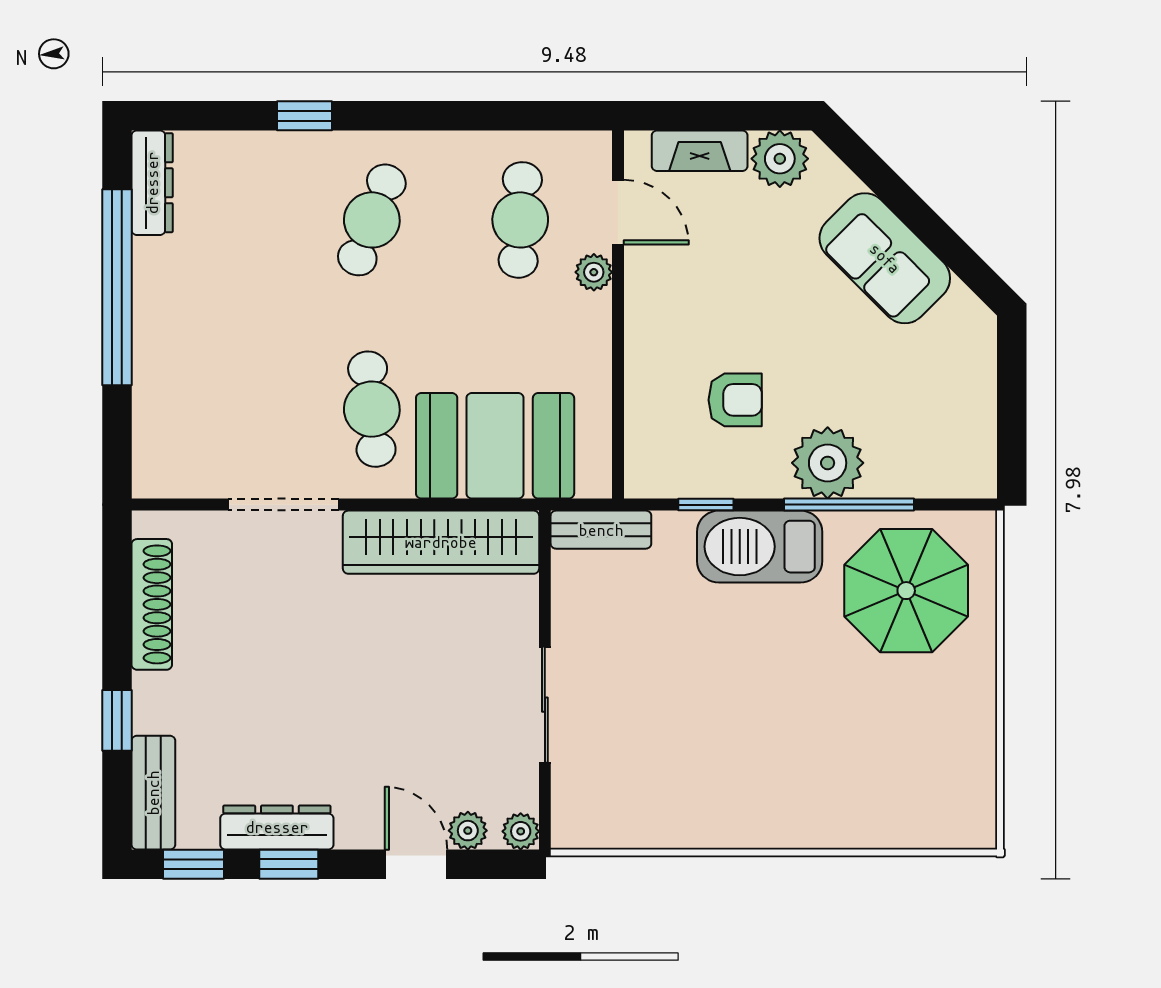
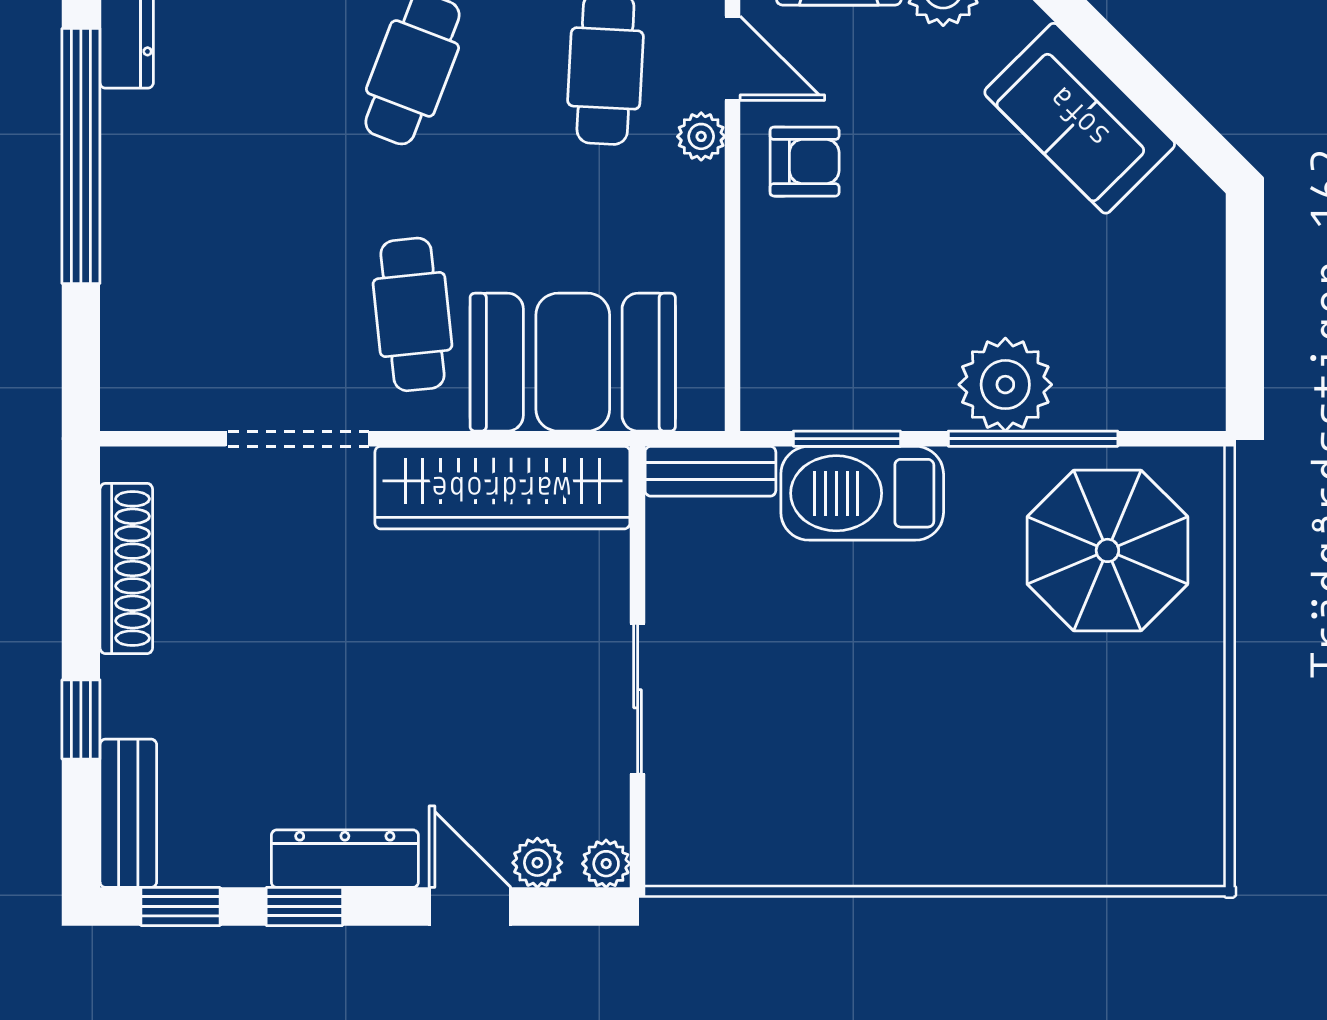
armchair: (735, 400) -> (805, 162), moved
window: (706, 505) -> (847, 439), width x1.50
barbecue: (760, 547) -> (862, 493), moved
dresser: (277, 827) -> (345, 859), moved

